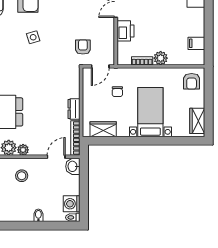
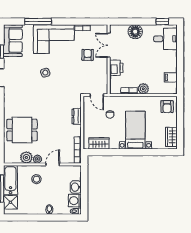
armchair: (83, 47) -> (88, 55), moved
door: (100, 66) -> (97, 95), hinge flipped
dresser: (74, 109) -> (77, 116), moved
door: (56, 157) -> (53, 164), moved
washbasin: (73, 166) -> (76, 187), moved

